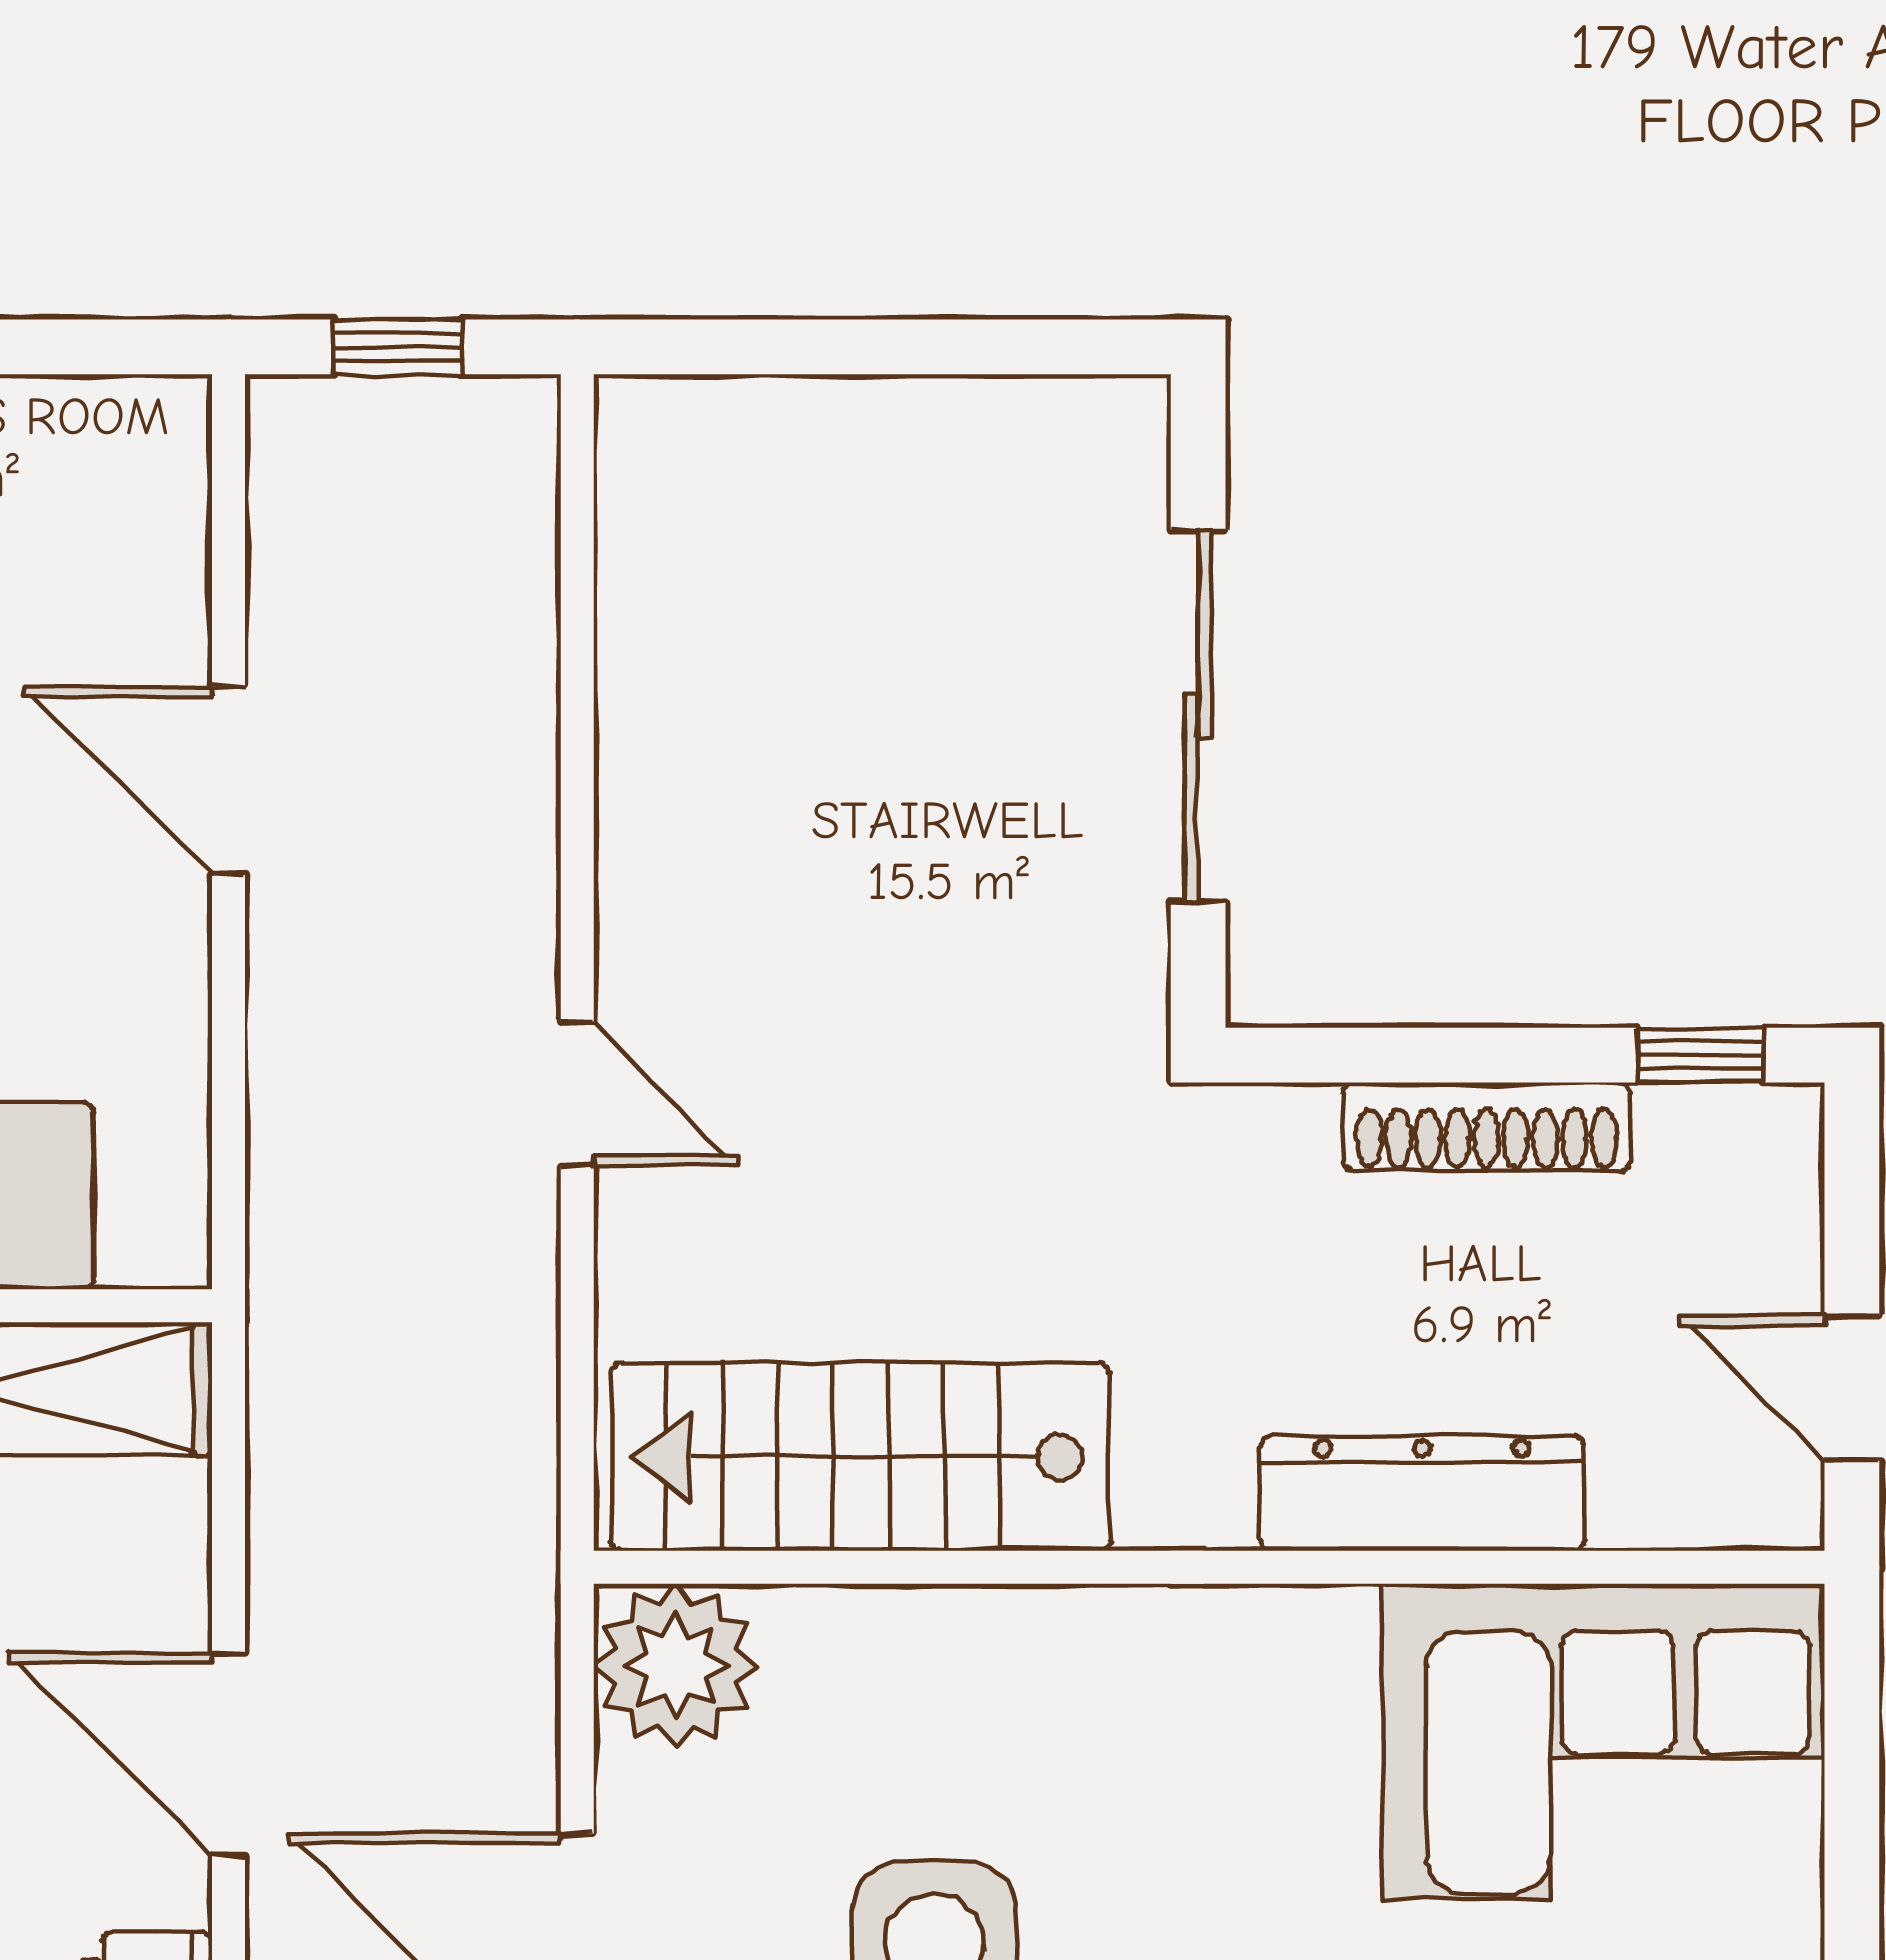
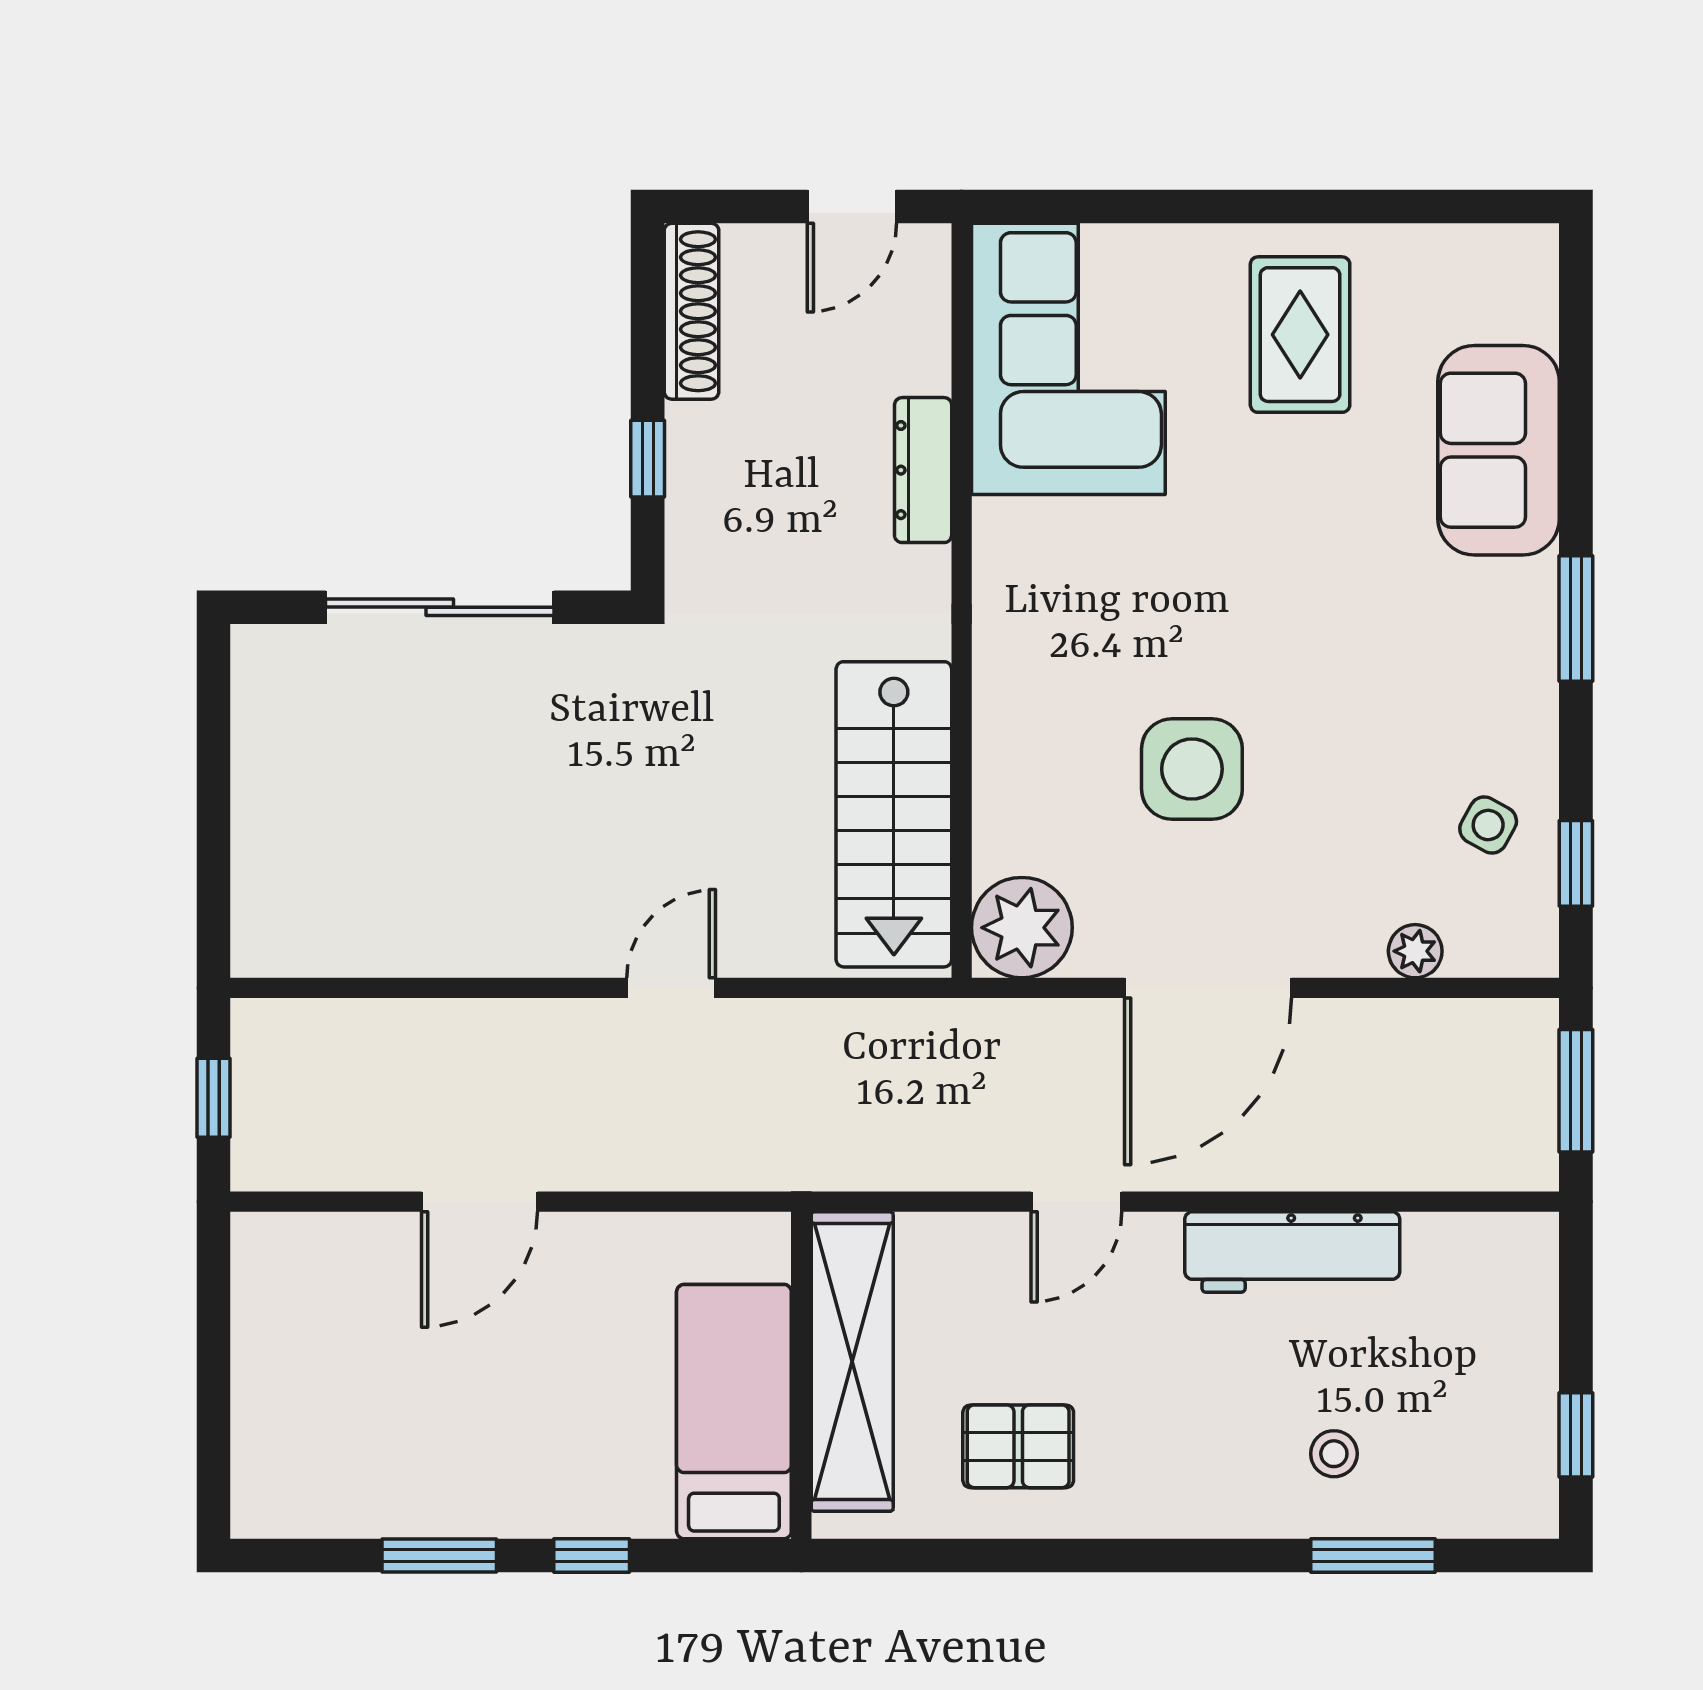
window: (1701, 1055) -> (648, 459), moved
shoe rack: (1487, 1127) -> (692, 311), moved
dresser: (1422, 1493) -> (923, 470), width x0.73, depth x0.80
door: (229, 1754) -> (1076, 1202), width x0.73

